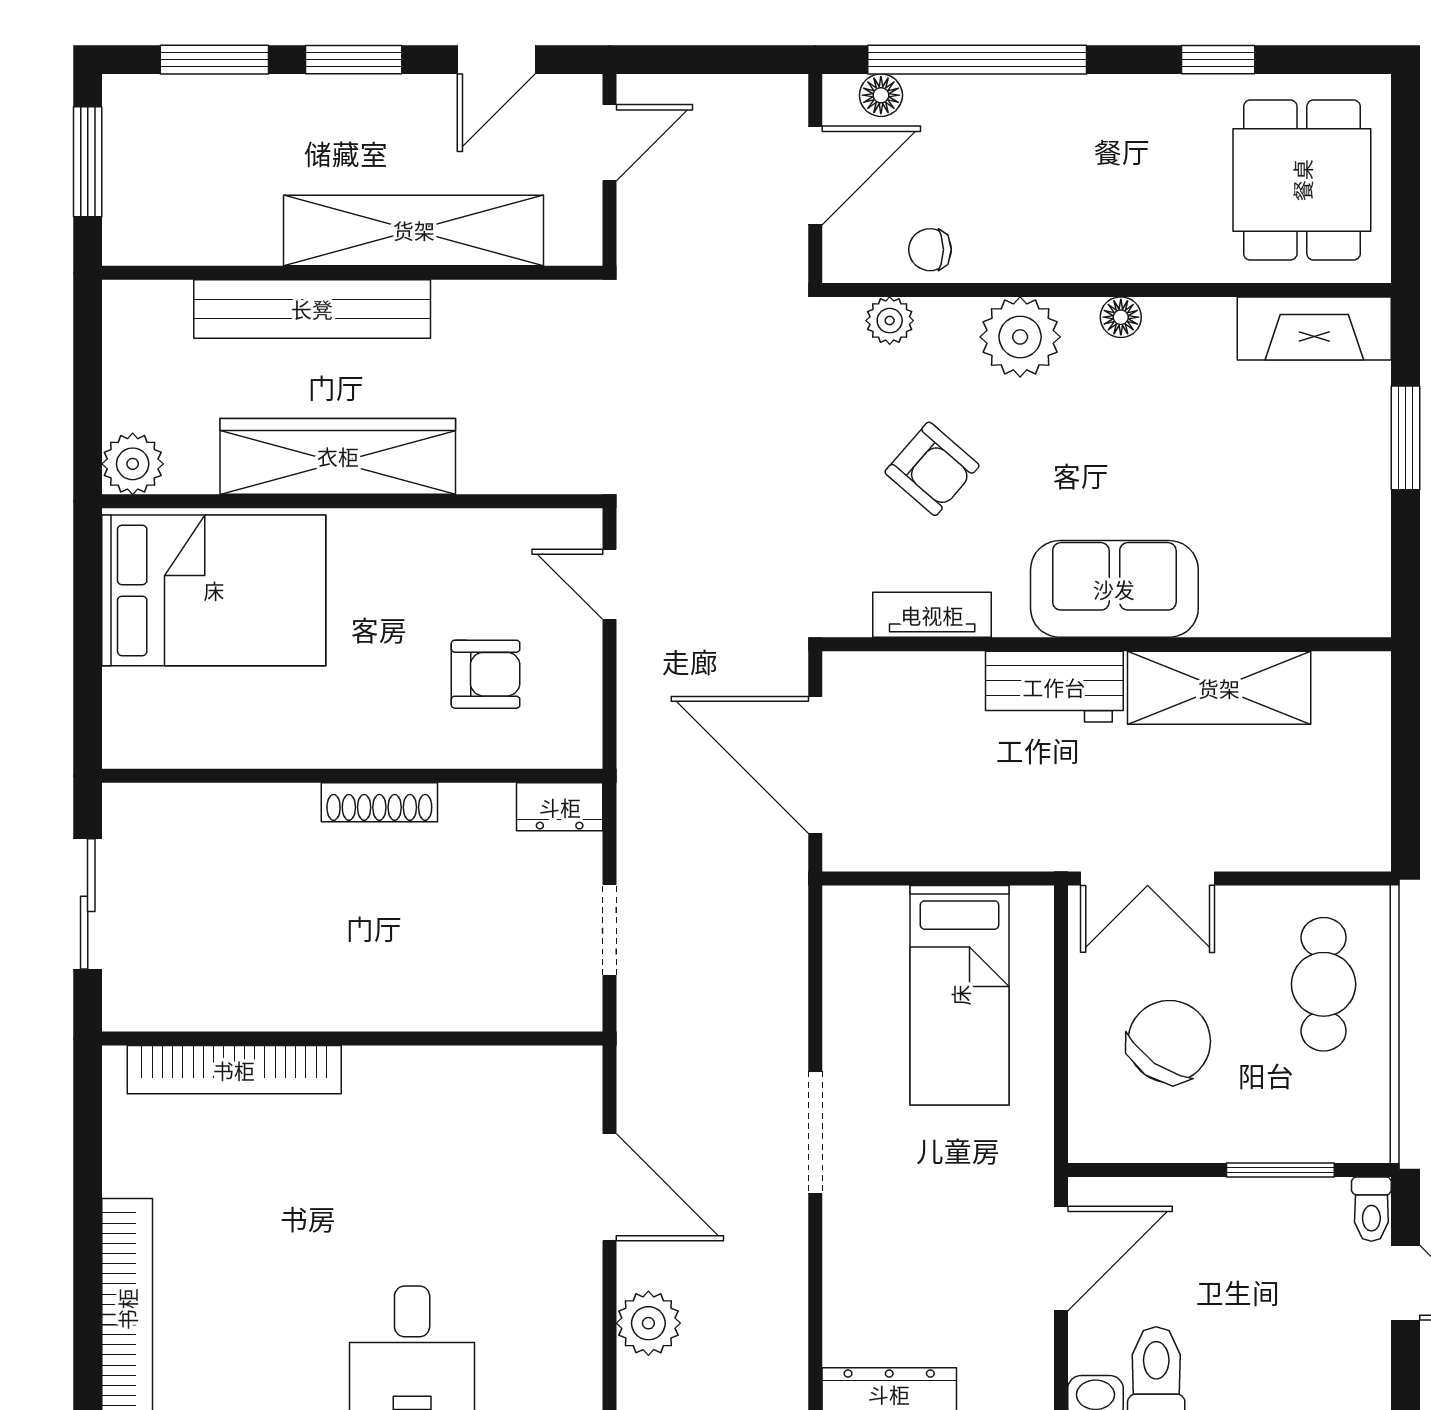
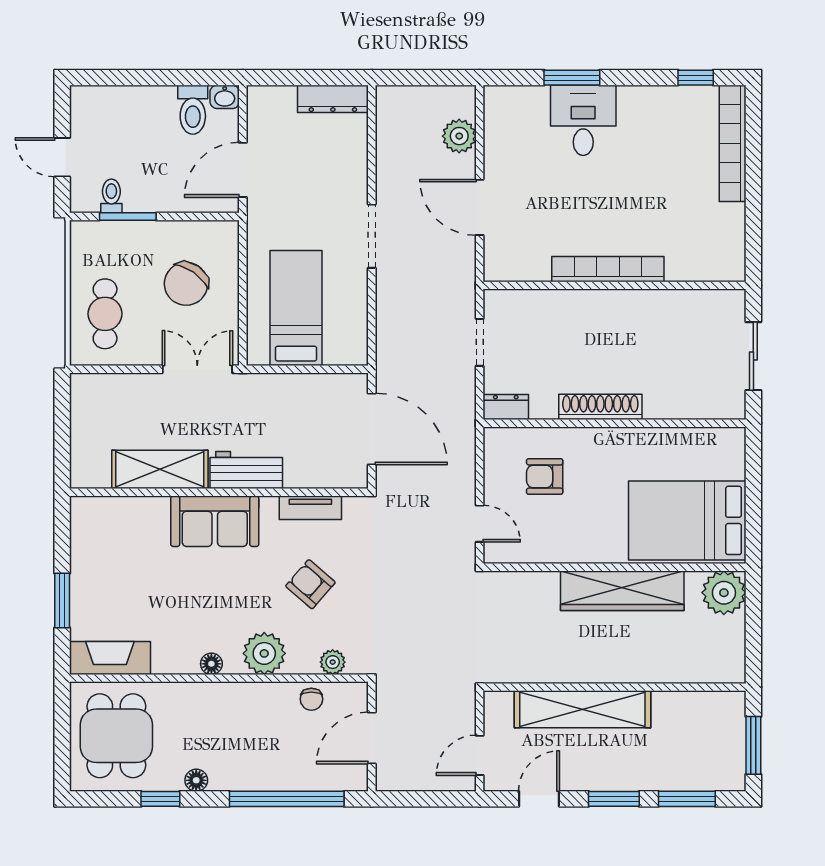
floor lamp: (881, 95) -> (196, 780), moved
chair: (930, 250) -> (311, 699), turned 90
bench: (312, 309) -> (636, 668), removed
plant: (133, 464) -> (724, 593), width x1.36, depth x1.36
shoe rack: (379, 802) -> (600, 407), width x1.36, depth x1.24
bookcase: (234, 1070) -> (608, 269), moved
toilet: (1371, 1209) -> (111, 196), moved

